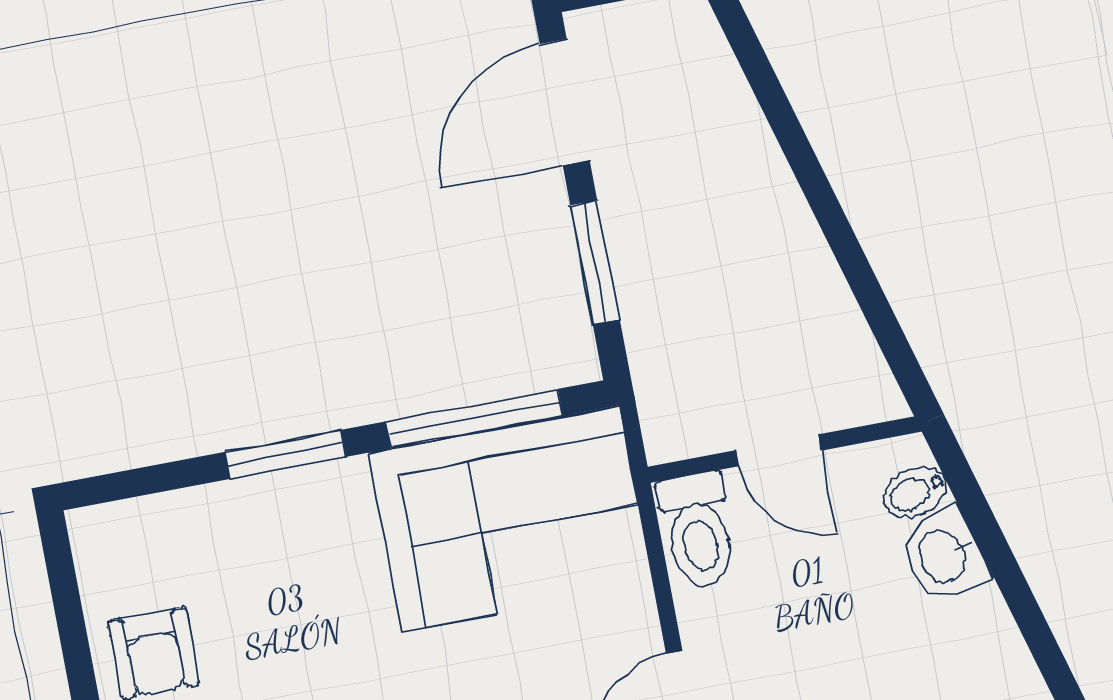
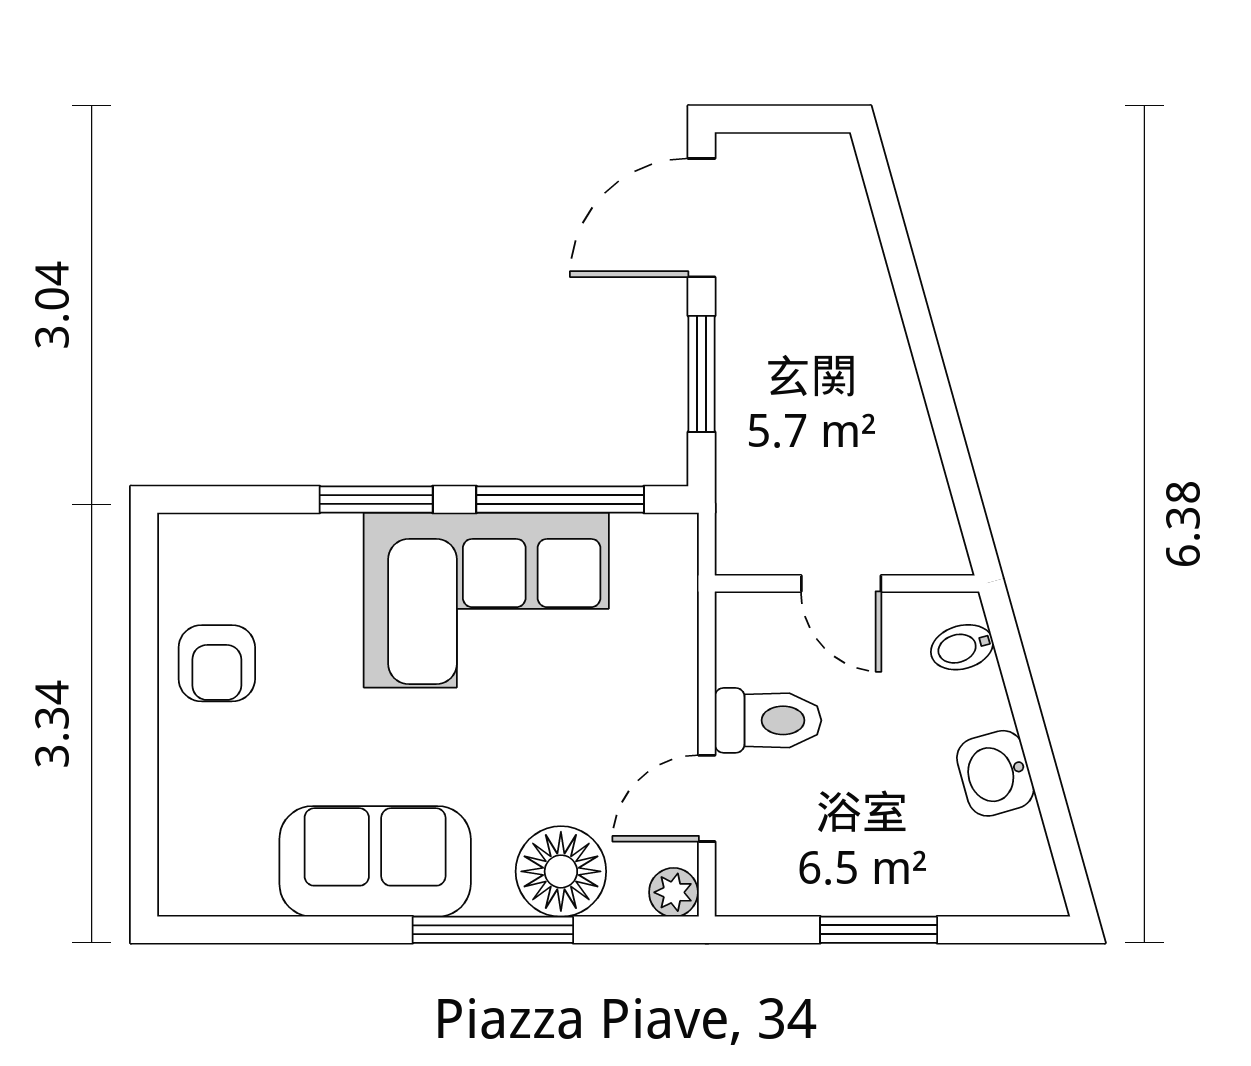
corner sofa: (510, 519) -> (486, 600), moved
toilet: (698, 531) -> (768, 720), moved, turned -90
washbasin: (944, 555) -> (995, 773), moved

